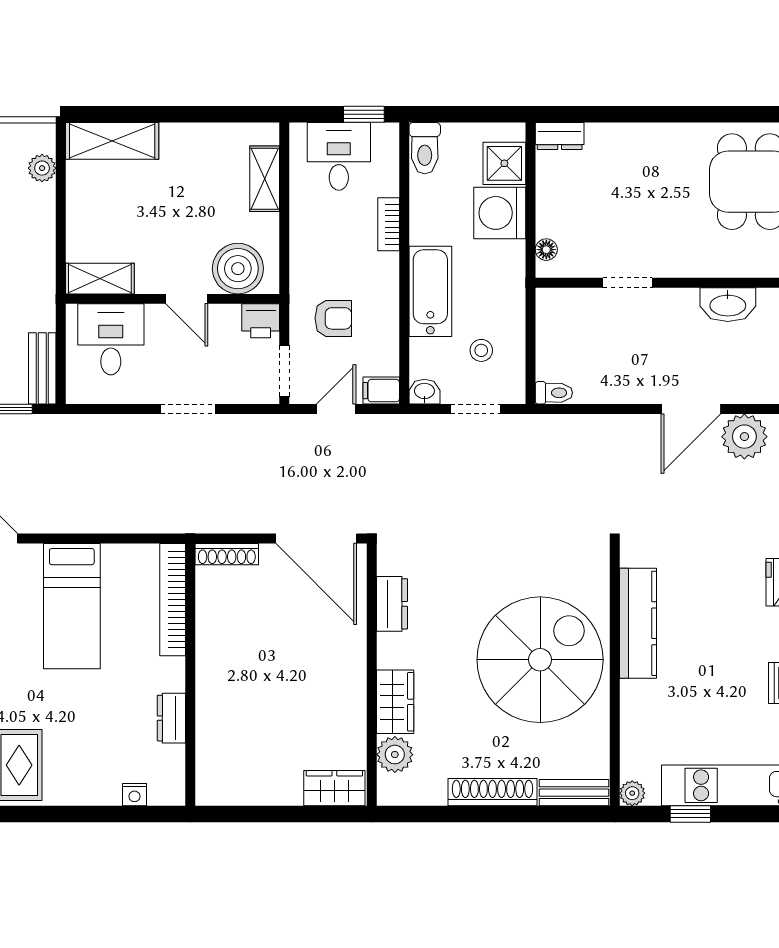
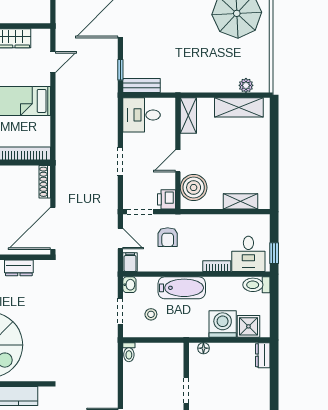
shelving: (112, 141) -> (239, 107), moved, turned 90
desk: (339, 156) -> (248, 254), moved, turned 90
desk: (111, 339) -> (142, 115), moved, turned 180

